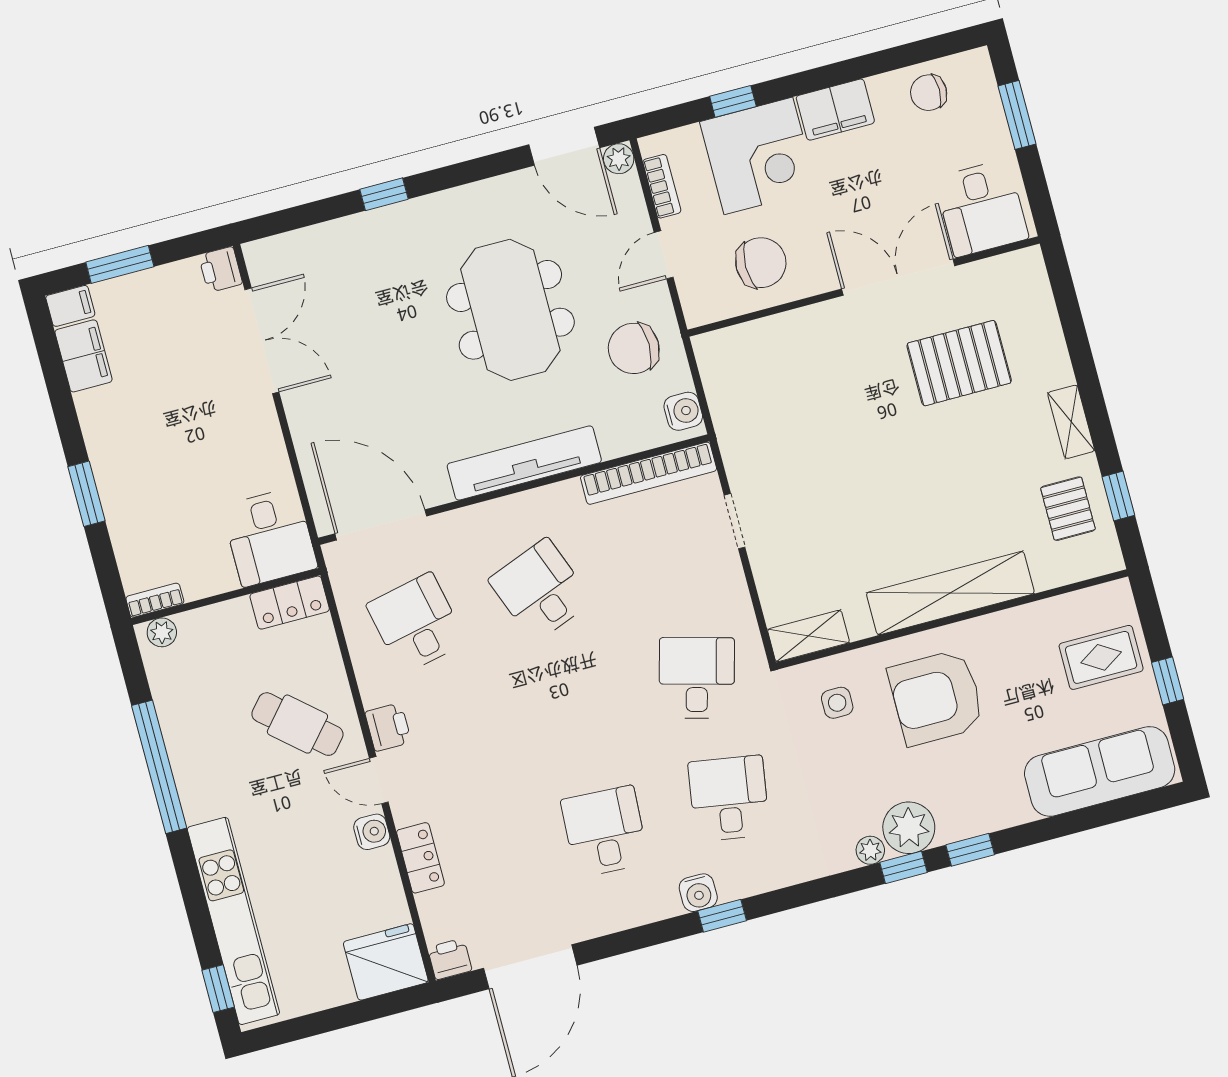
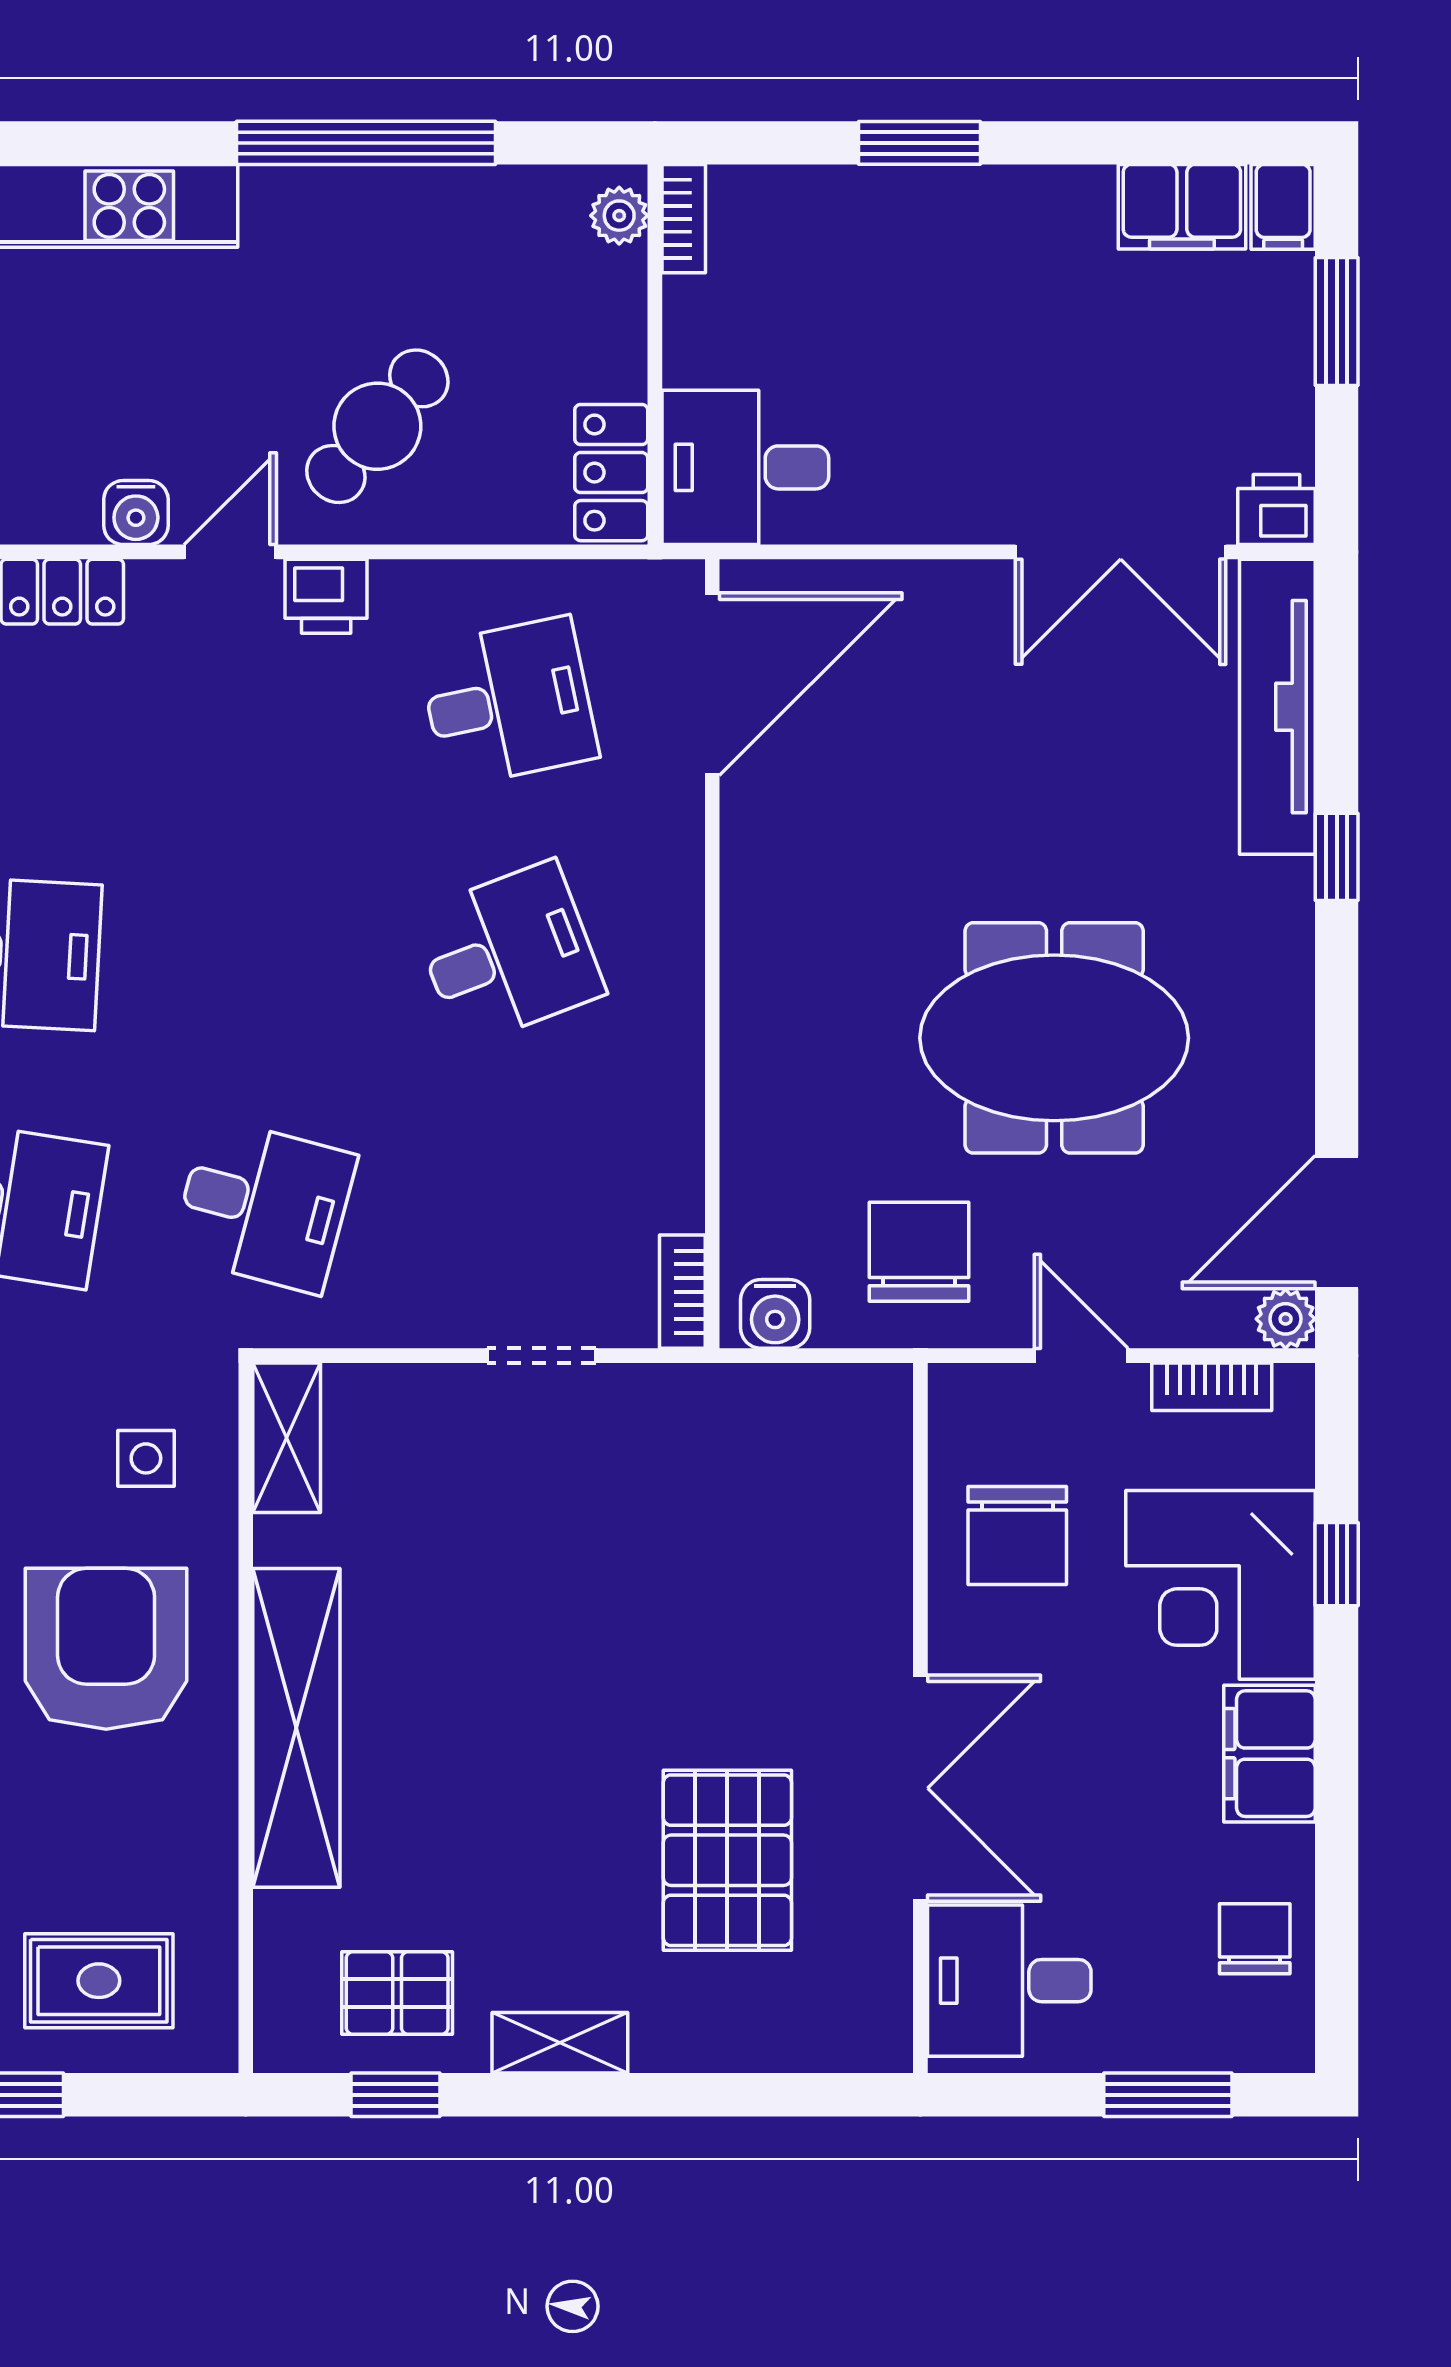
tv unit: (524, 463) -> (1277, 707), moved, turned 180
bookcase: (649, 473) -> (682, 1292), width x0.43, depth x0.76
rug: (1101, 657) -> (99, 1981), turned 90

